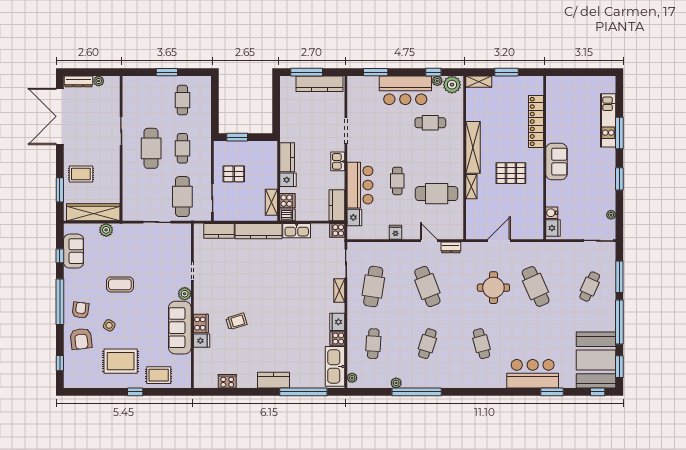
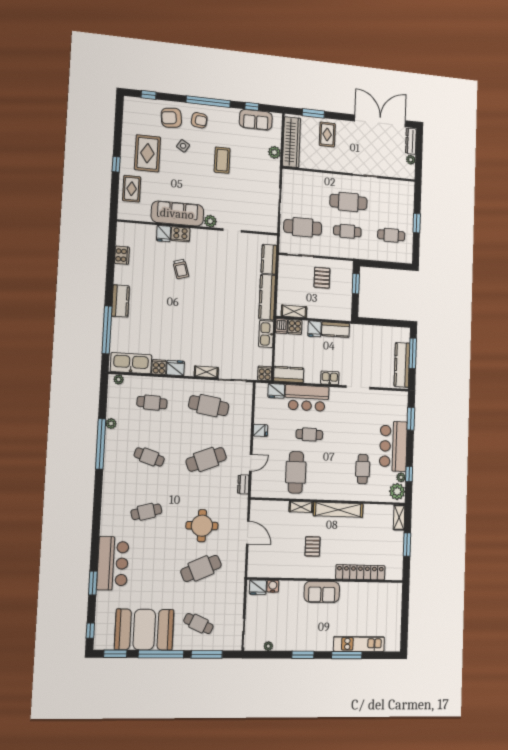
pallet: (511, 173) -> (313, 546), width x0.67, depth x0.71
booth: (596, 360) -> (144, 630), moved

